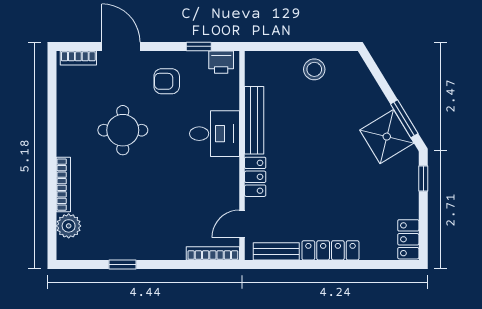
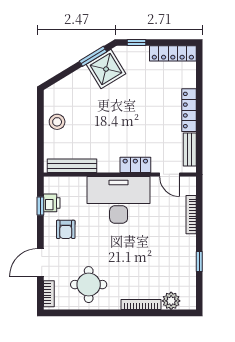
printer: (221, 62) -> (52, 203), moved
bench: (254, 120) -> (72, 166), moved
round table: (123, 130) -> (89, 285), moved
desk: (215, 134) -> (119, 200), width x1.87, depth x1.30
locker: (408, 239) -> (173, 53), width x1.53
bookcase: (213, 253) -> (191, 215), moved

